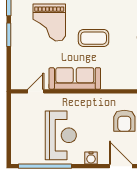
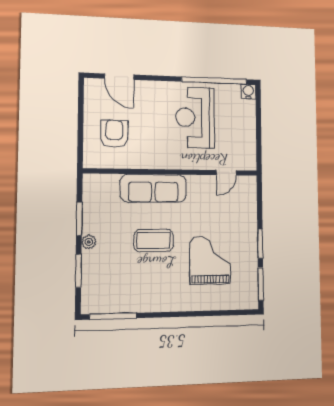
sofa: (75, 78) -> (153, 188), moved
water cooler: (91, 158) -> (248, 92), moved

